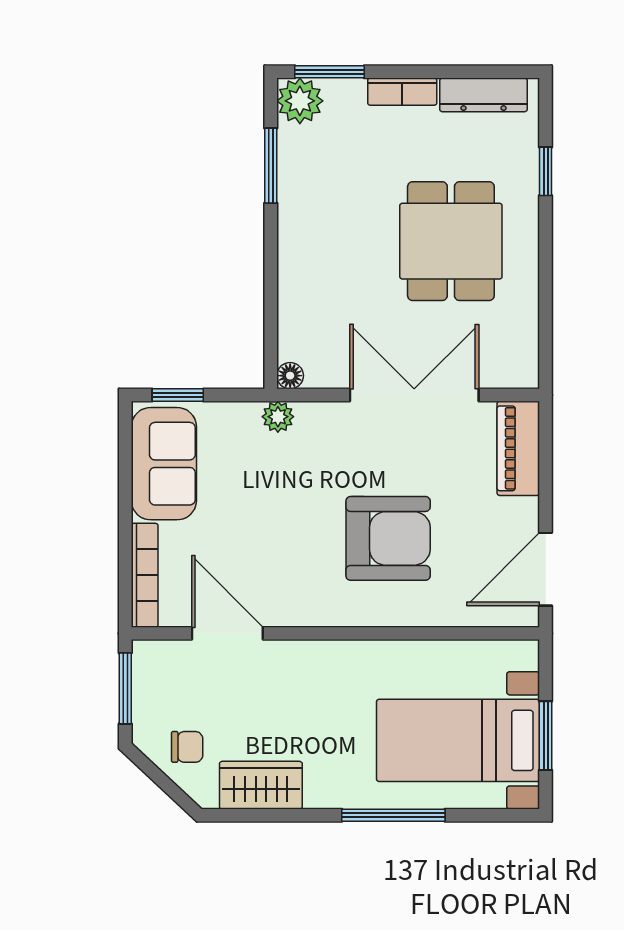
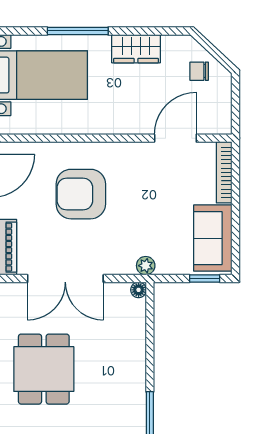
door: (227, 633) -> (175, 138), swing flipped
window: (125, 688) -> (236, 106), removed
wardrobe: (261, 785) -> (136, 49), moved

